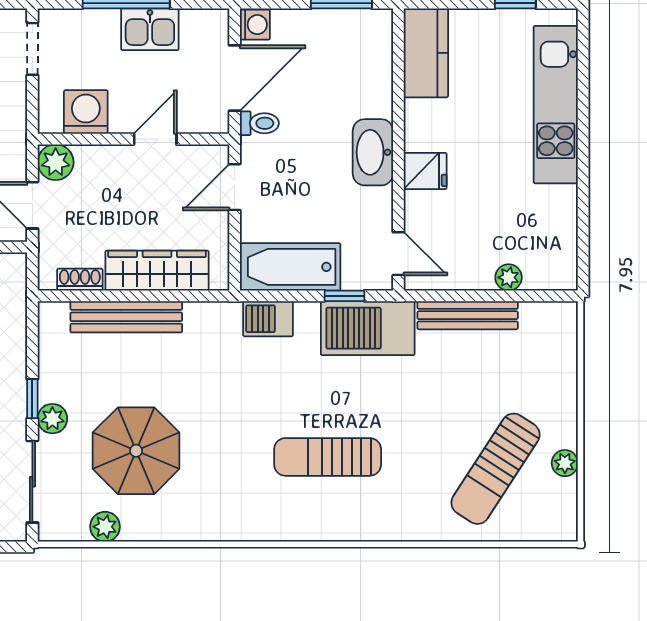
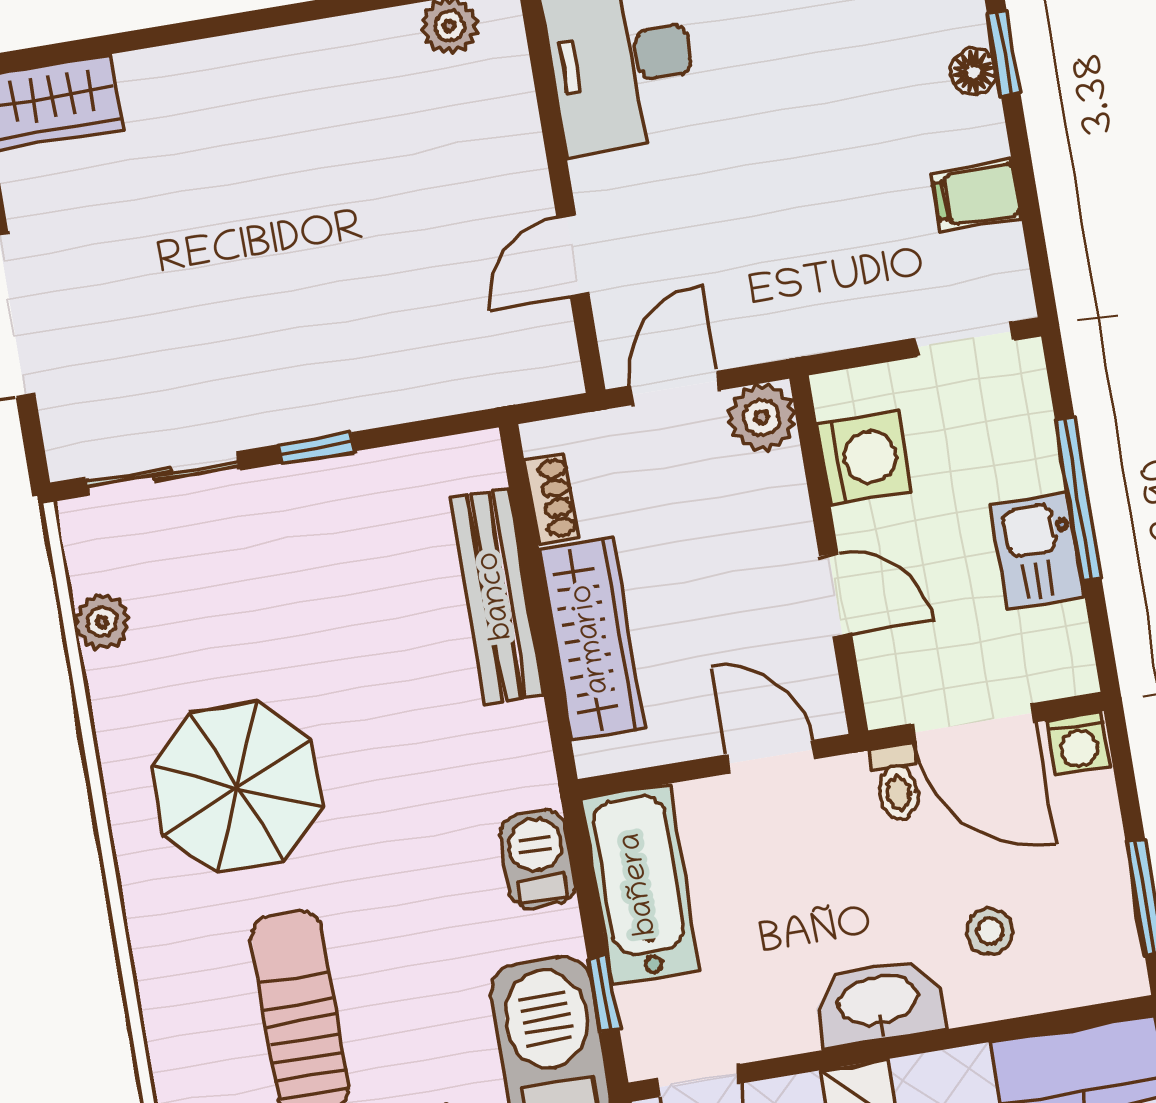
stool: (346, 88) -> (990, 931), added
plant: (52, 419) -> (286, 491), removed
parasol: (136, 451) -> (237, 787), moved

